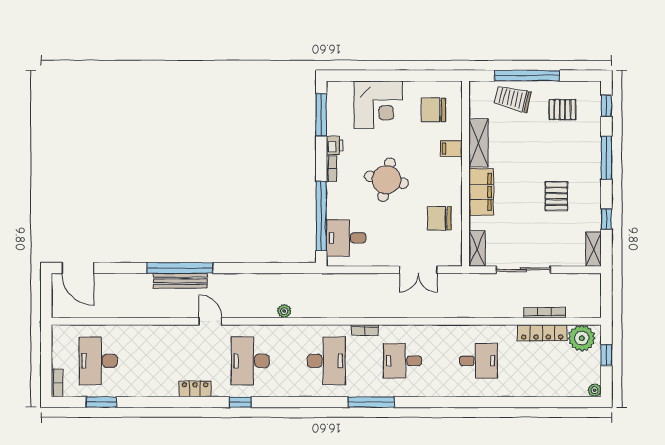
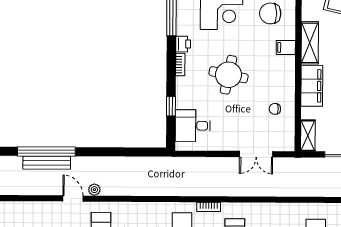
window: (321, 216) -> (171, 106), width x0.32
chair: (439, 218) -> (275, 109), width x0.54, depth x0.54
plant: (284, 311) -> (94, 190), moved

